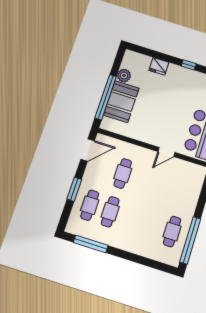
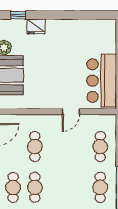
window: (189, 65) -> (18, 15), moved
cafe table: (184, 193) -> (100, 147), added

